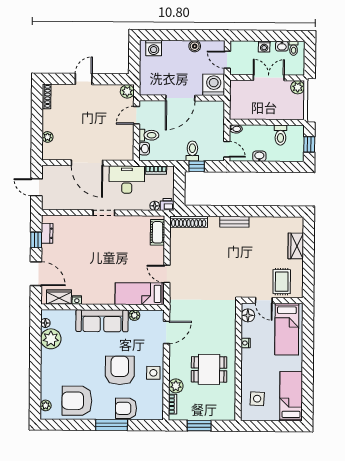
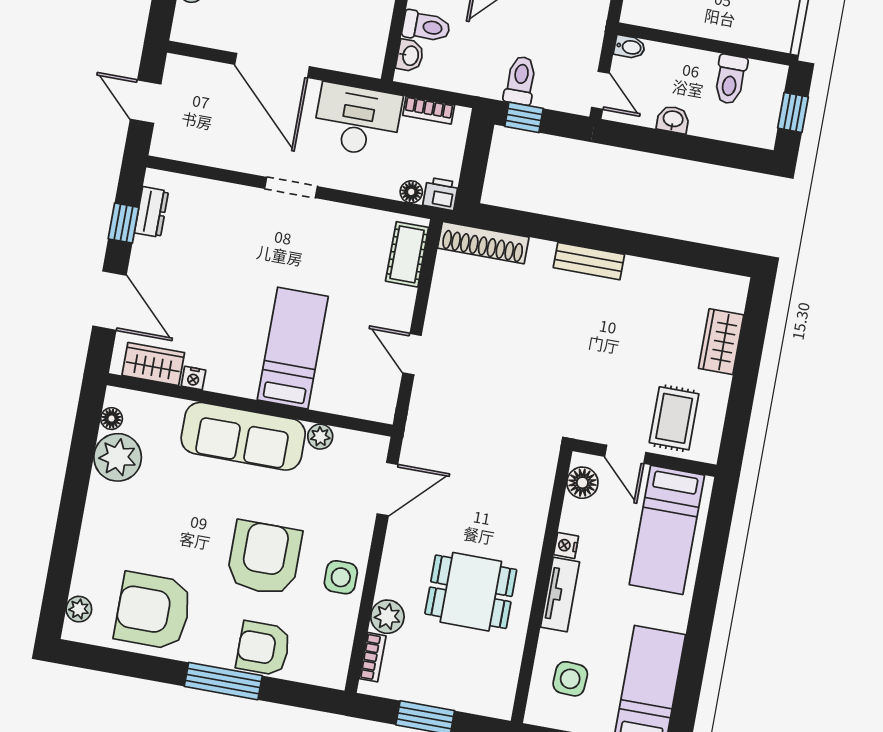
bed: (140, 294) -> (293, 348), moved, turned 90
tv unit: (247, 364) -> (560, 595), added

